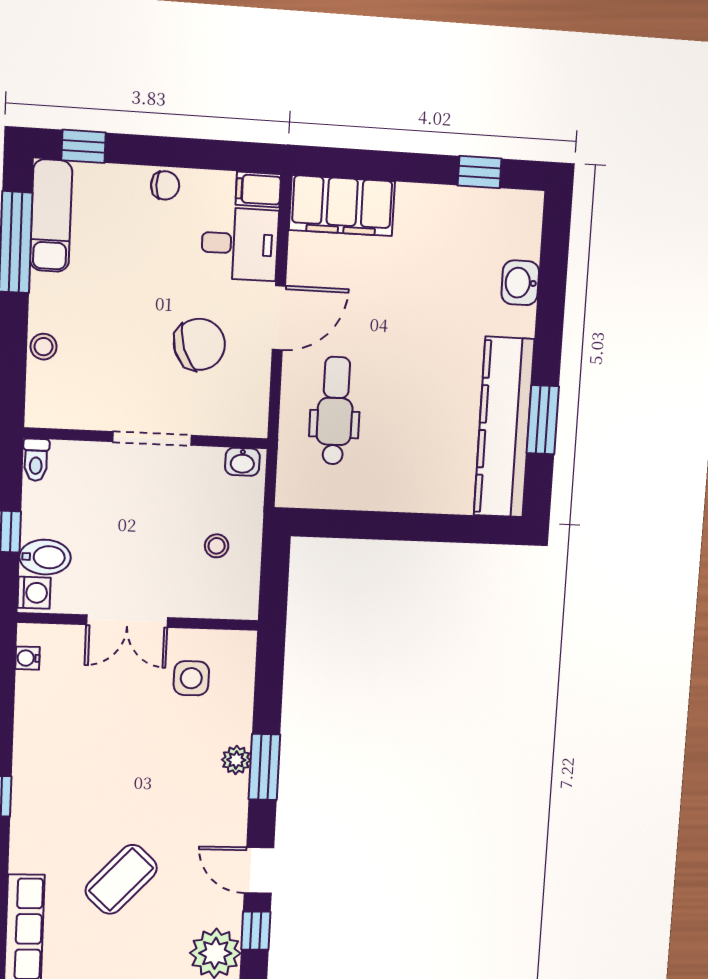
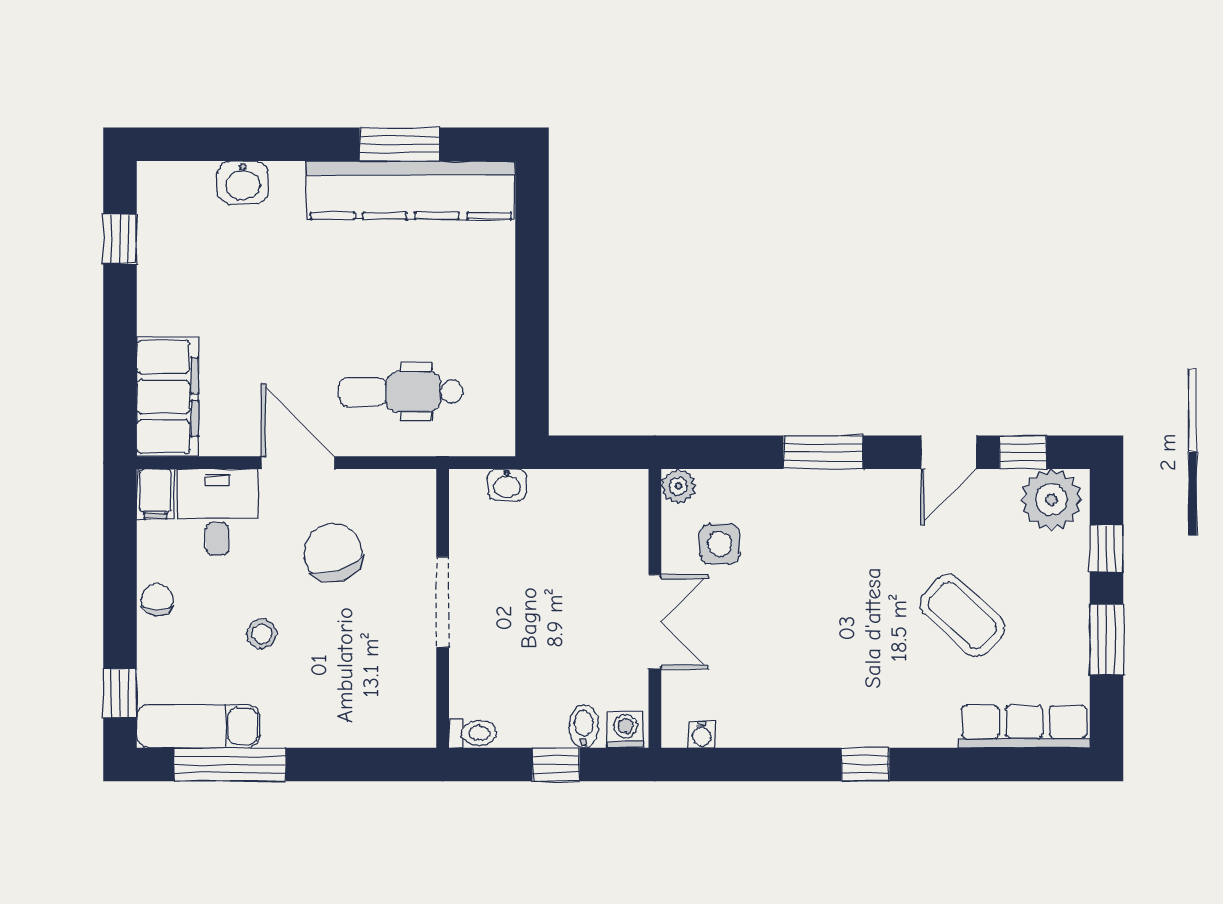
stool: (44, 347) -> (262, 634), moved
washbasin: (242, 462) -> (507, 485), moved, turned 90
stool: (217, 546) -> (563, 522), removed
bidet: (45, 557) -> (584, 726), width x0.72, depth x0.74
plant: (236, 760) -> (678, 486), moved

